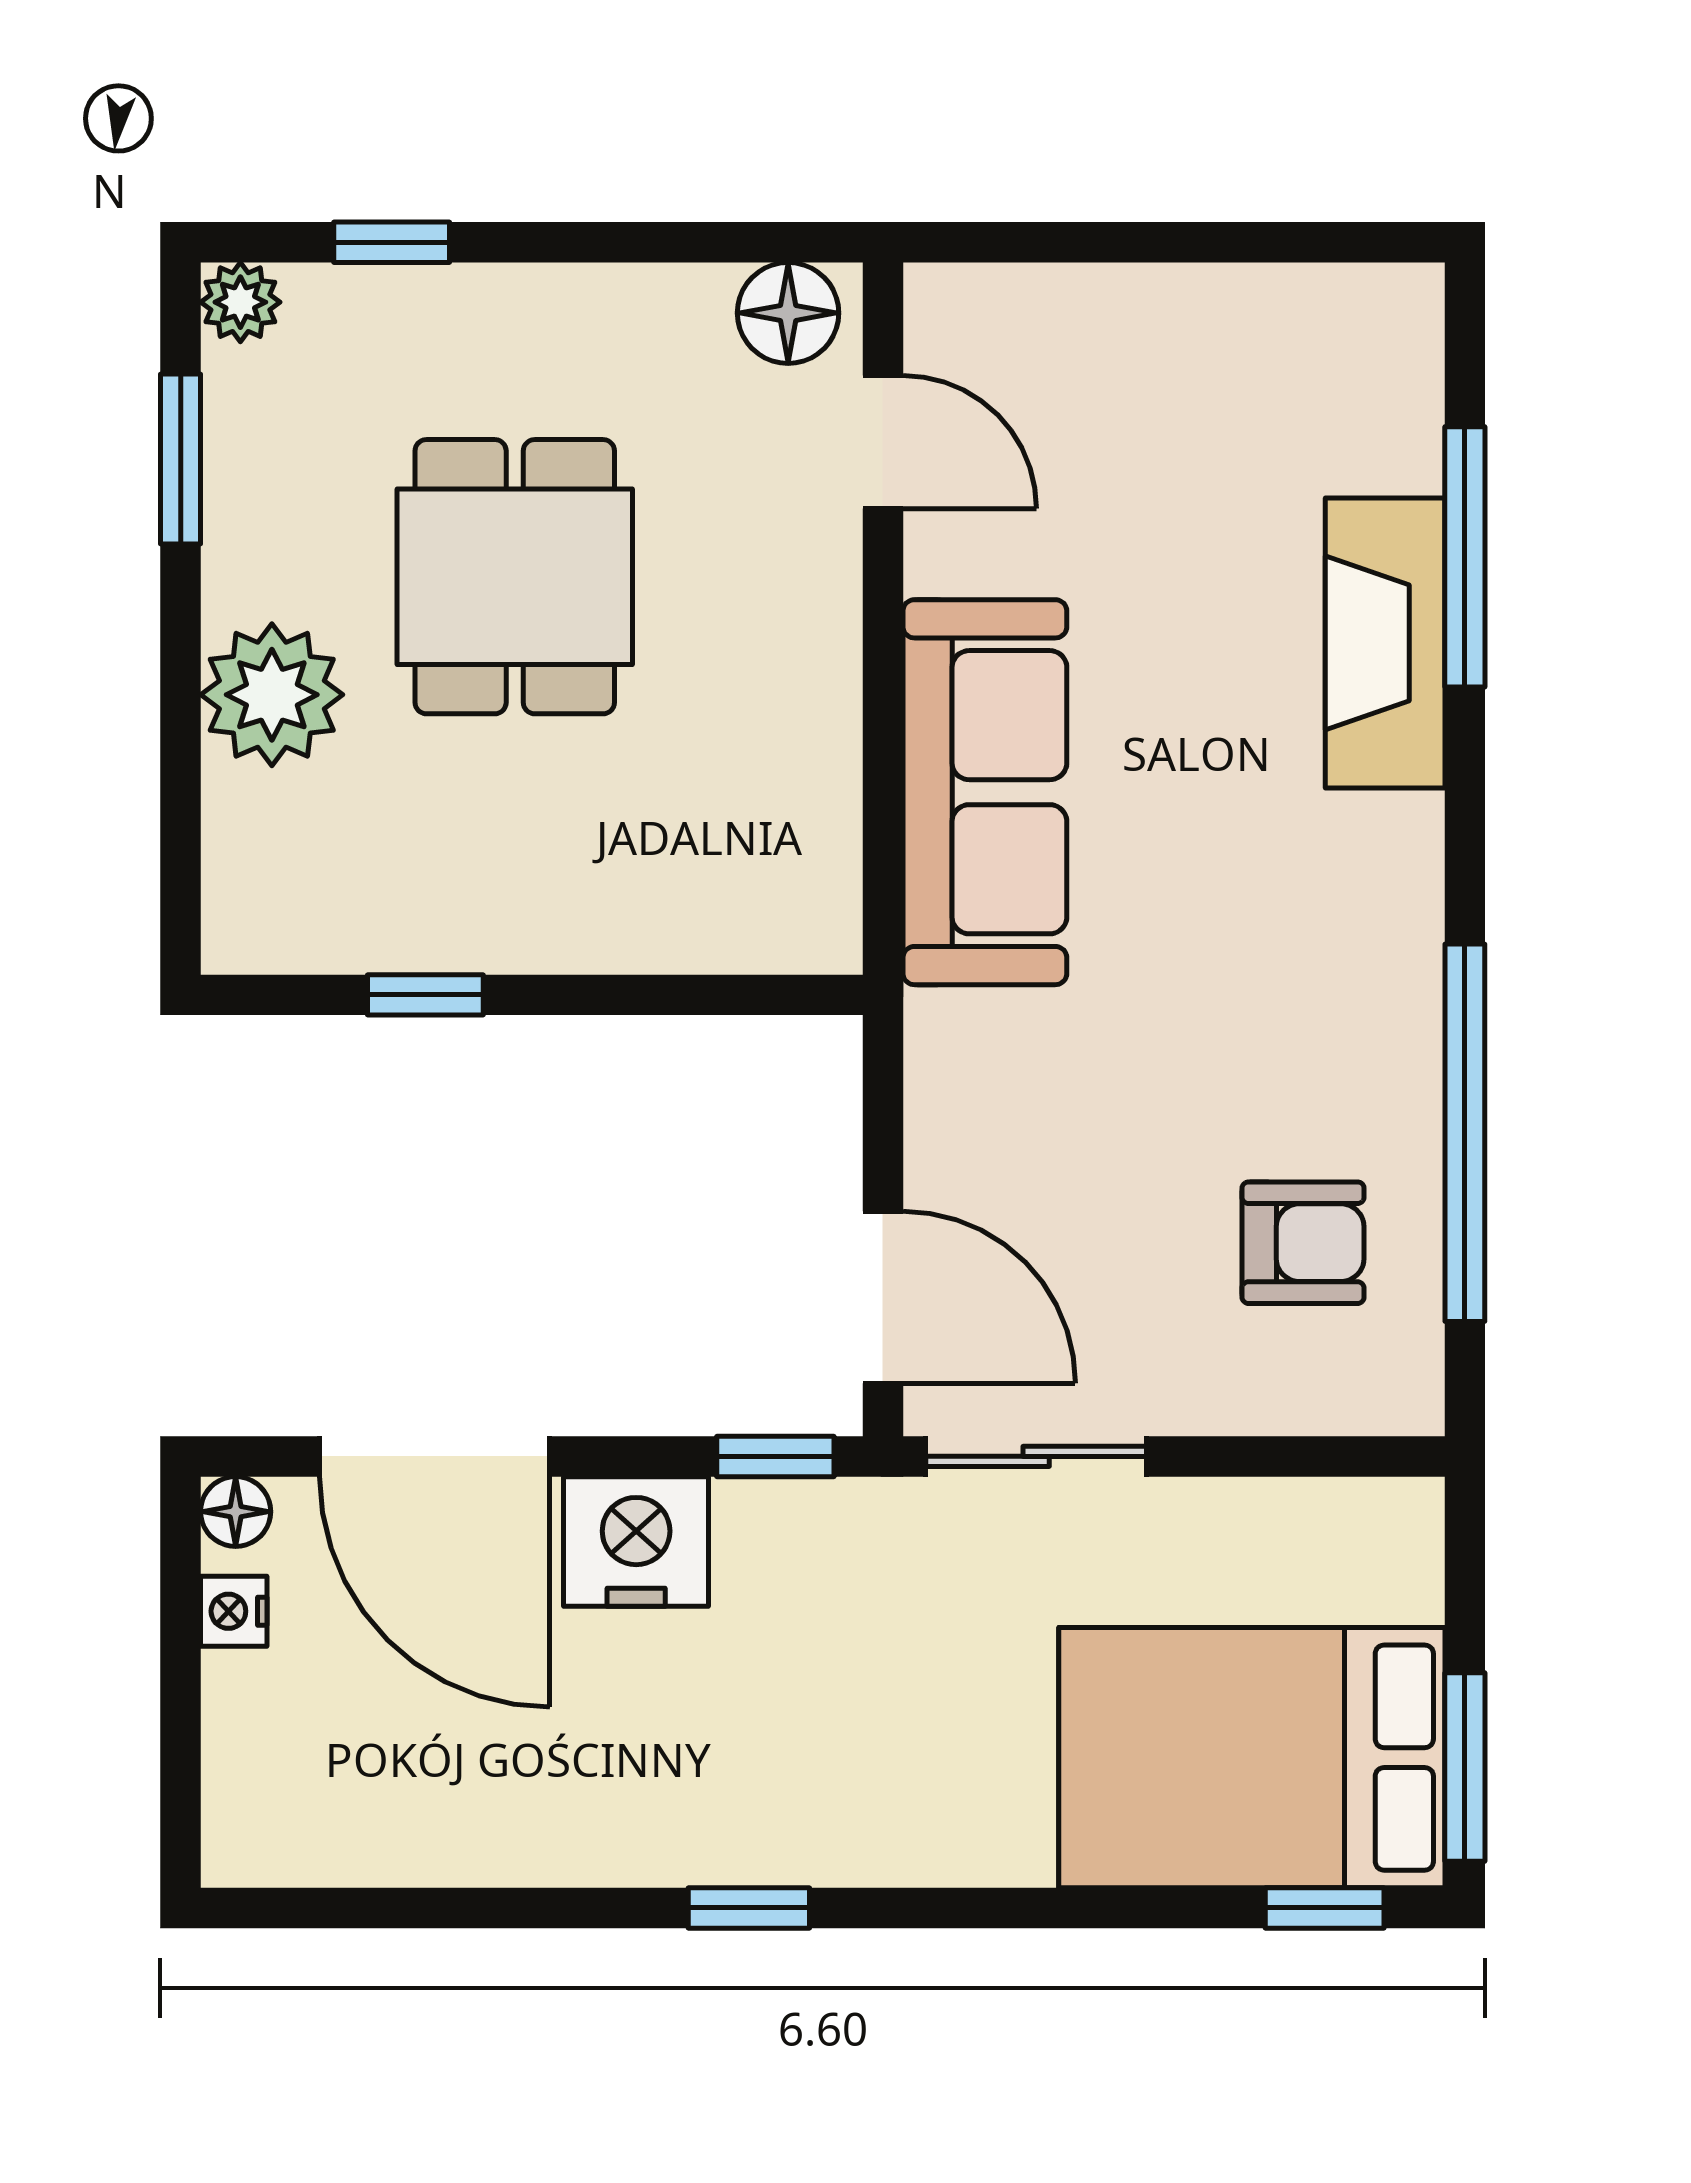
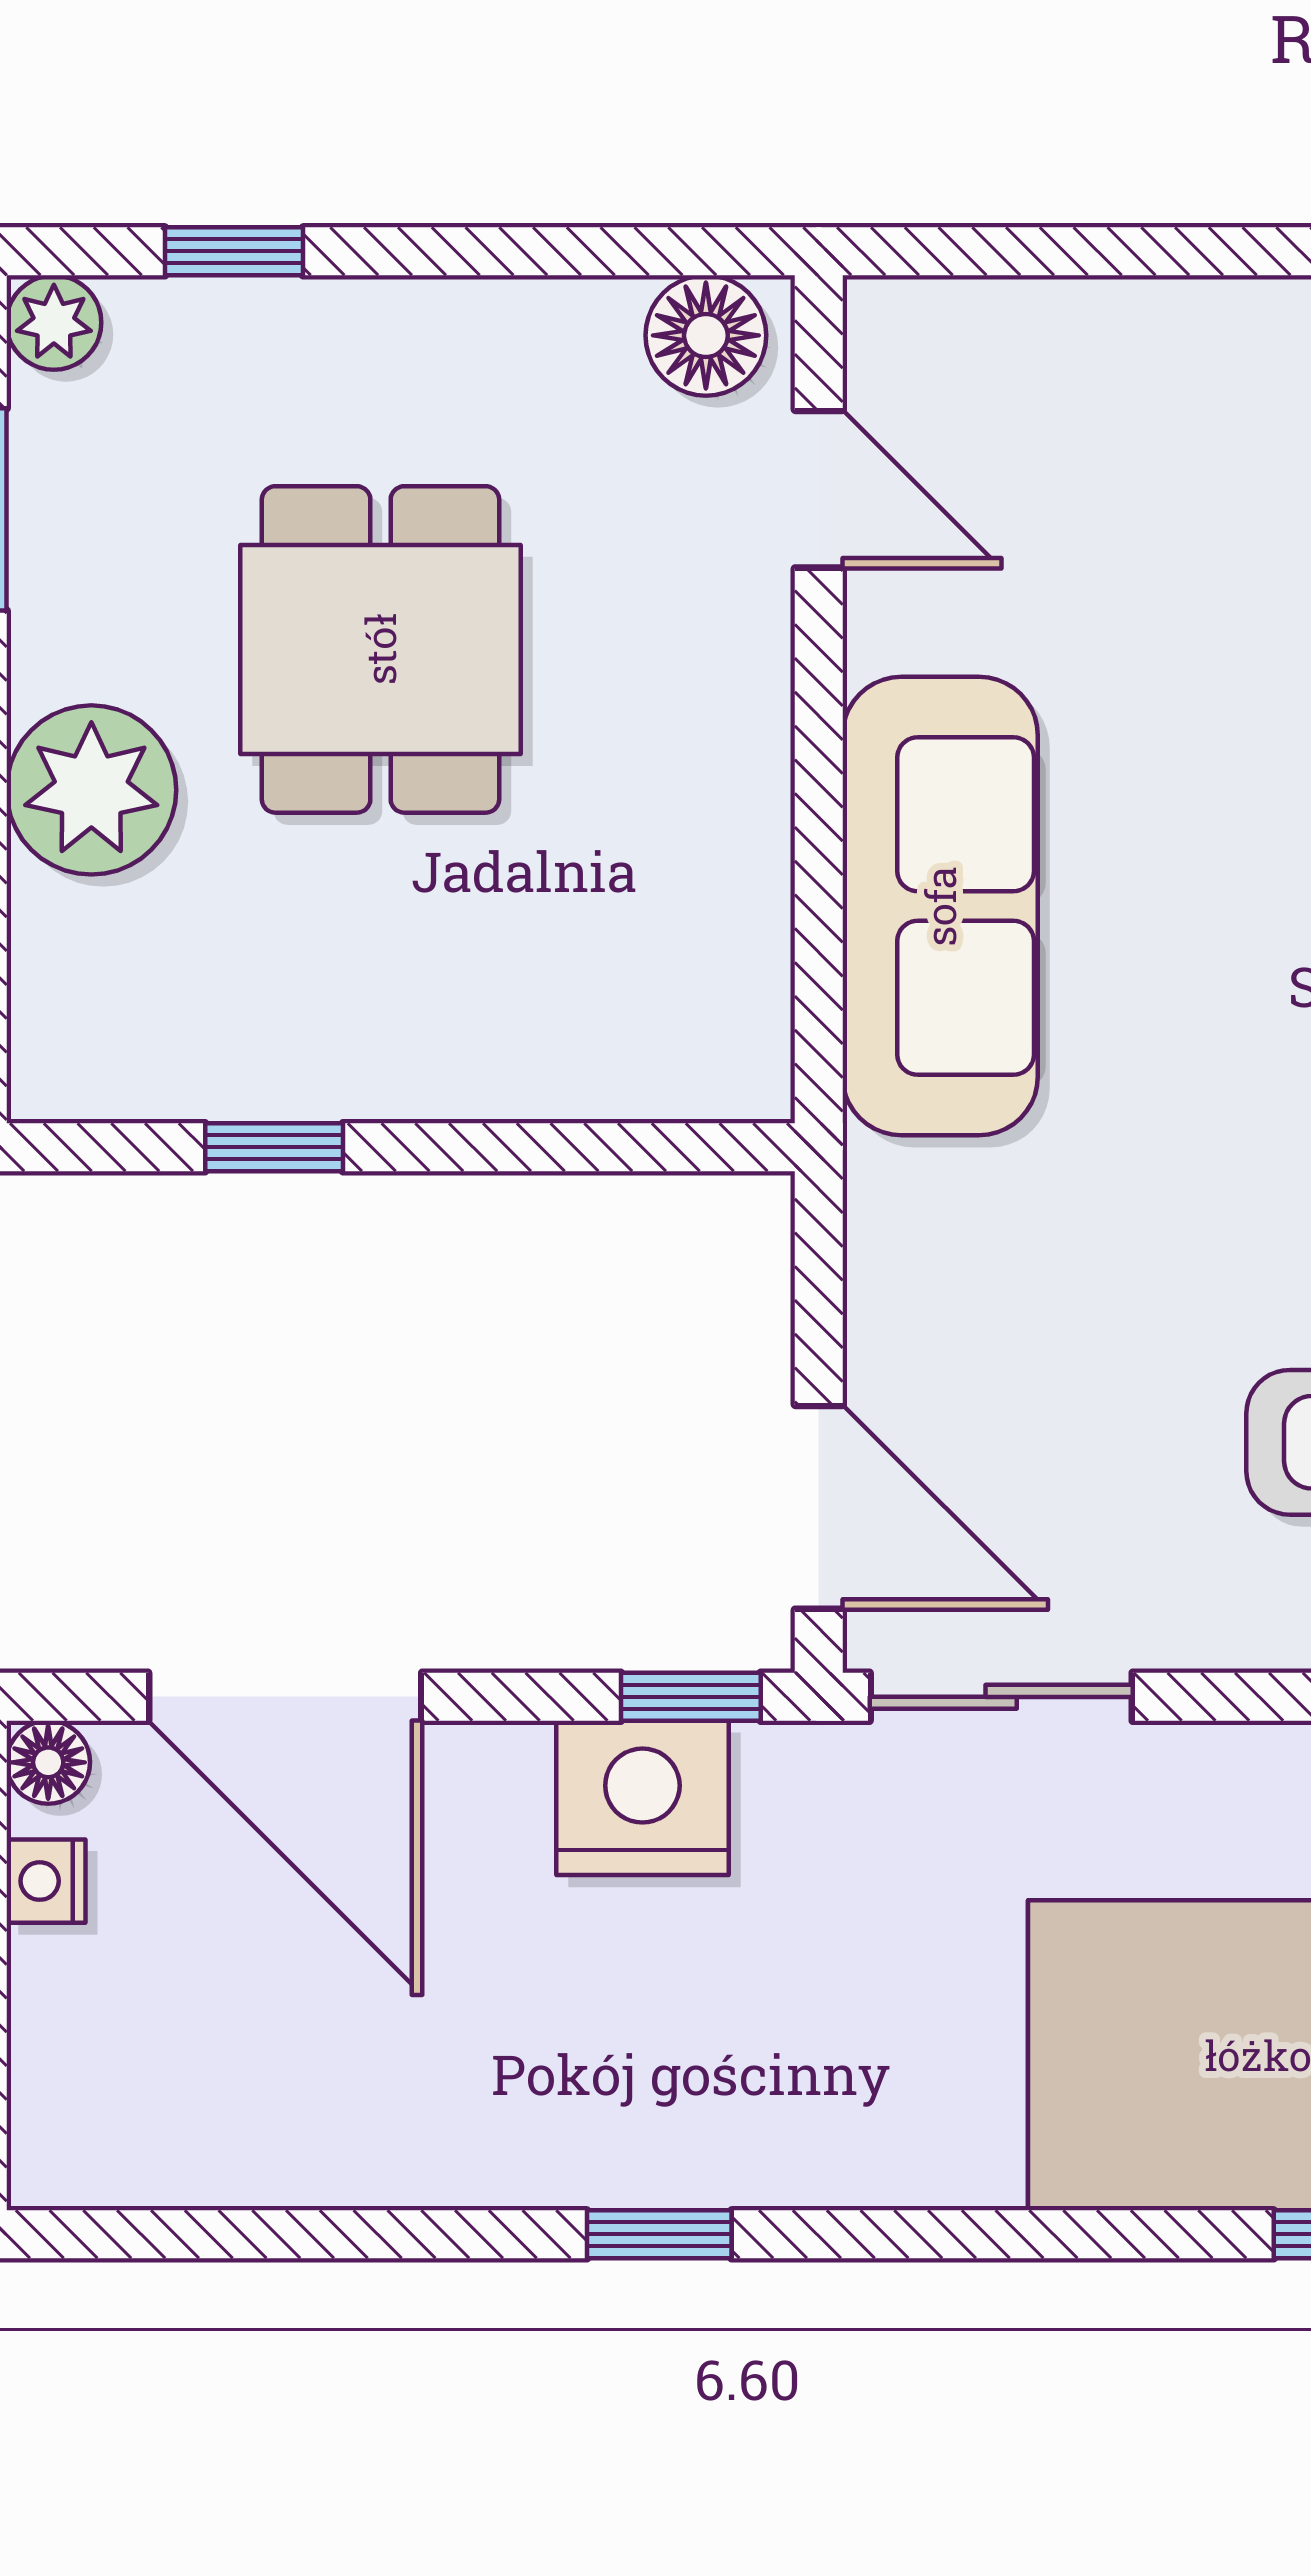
nightstand: (636, 1541) -> (642, 1798), moved

